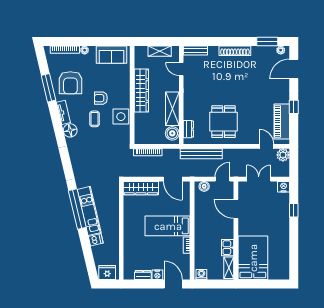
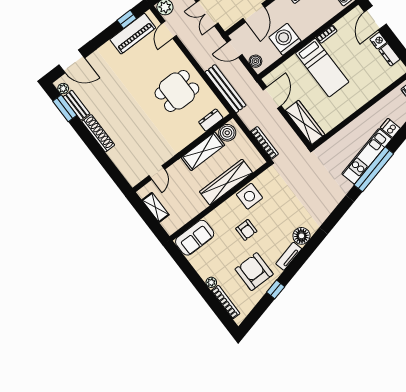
bench: (195, 51) -> (76, 105), moved
sofa: (111, 55) -> (195, 238), moved, turned 90
armchair: (70, 83) -> (254, 272), turned -90
window: (49, 88) -> (276, 289), width x0.46
wardrobe: (141, 91) -> (226, 182), moved
window: (294, 107) -> (127, 19), moved
coffee table: (95, 119) -> (272, 221), removed
washing machine: (204, 216) -> (285, 39), added

